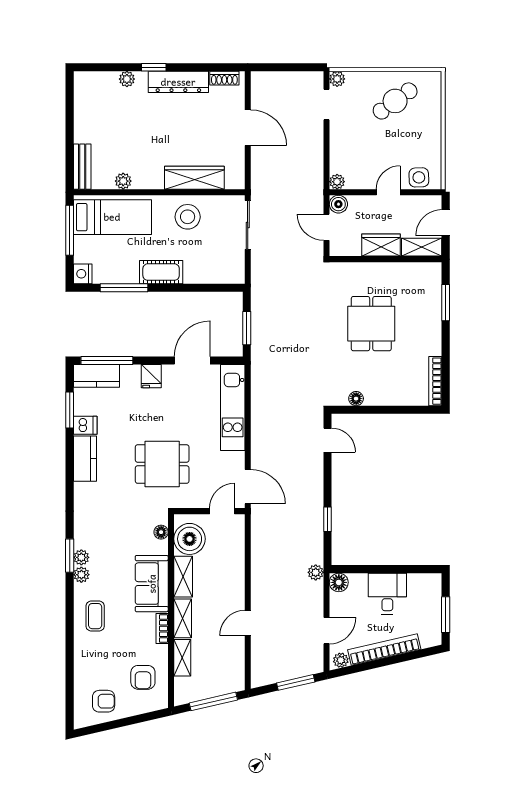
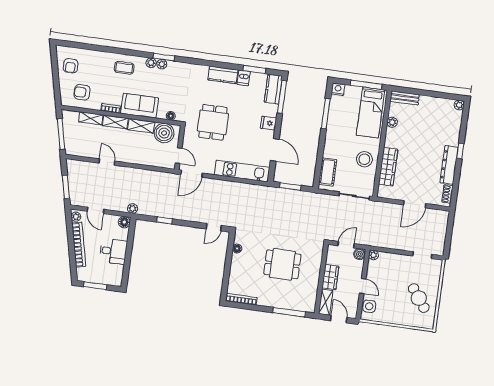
plant: (127, 79) -> (459, 105), moved
plant: (337, 79) -> (437, 264), removed
cot: (161, 272) -> (328, 172), moved
window: (446, 303) -> (289, 312), width x1.44

